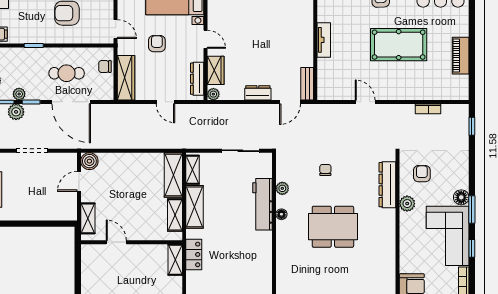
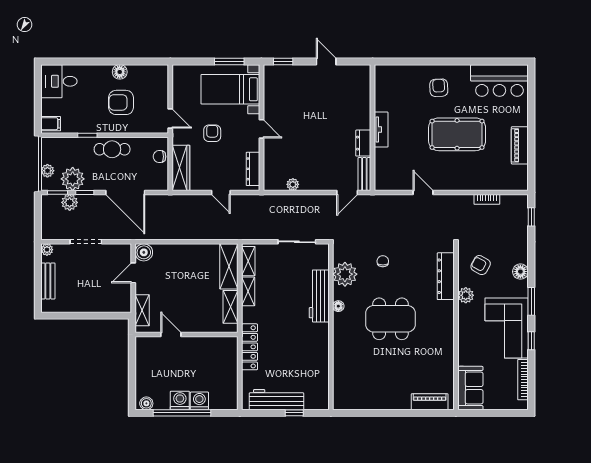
wardrobe: (216, 70) -> (272, 160), removed
cafe table: (67, 73) -> (112, 149), moved
dresser: (258, 93) -> (363, 143), moved, turned -90
plant: (19, 94) -> (73, 179), width x1.87, depth x1.87
plant: (213, 94) -> (293, 184), moved
armchair: (422, 174) -> (481, 265), turned -61
plant: (282, 188) -> (345, 274), width x1.88, depth x1.88
floor lamp: (461, 197) -> (520, 272), moved
shelving: (195, 207) -> (248, 291), width x0.67, depth x0.75
locker: (194, 254) -> (250, 347), width x1.53
shelving: (175, 260) -> (231, 352), removed

